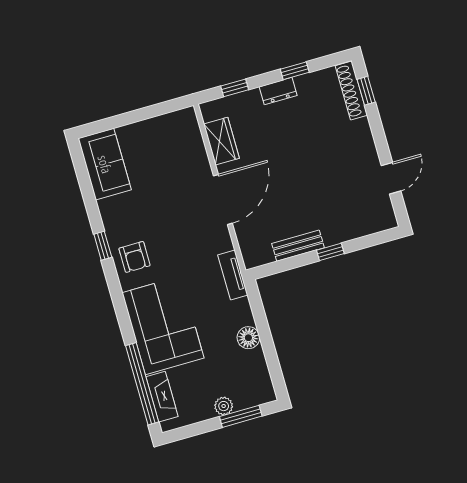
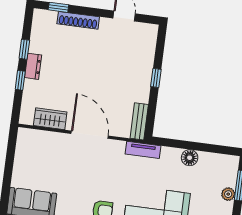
window: (235, 88) -> (20, 80), moved
shoe rack: (351, 90) -> (78, 20), moved
bench: (298, 246) -> (139, 121), moved

